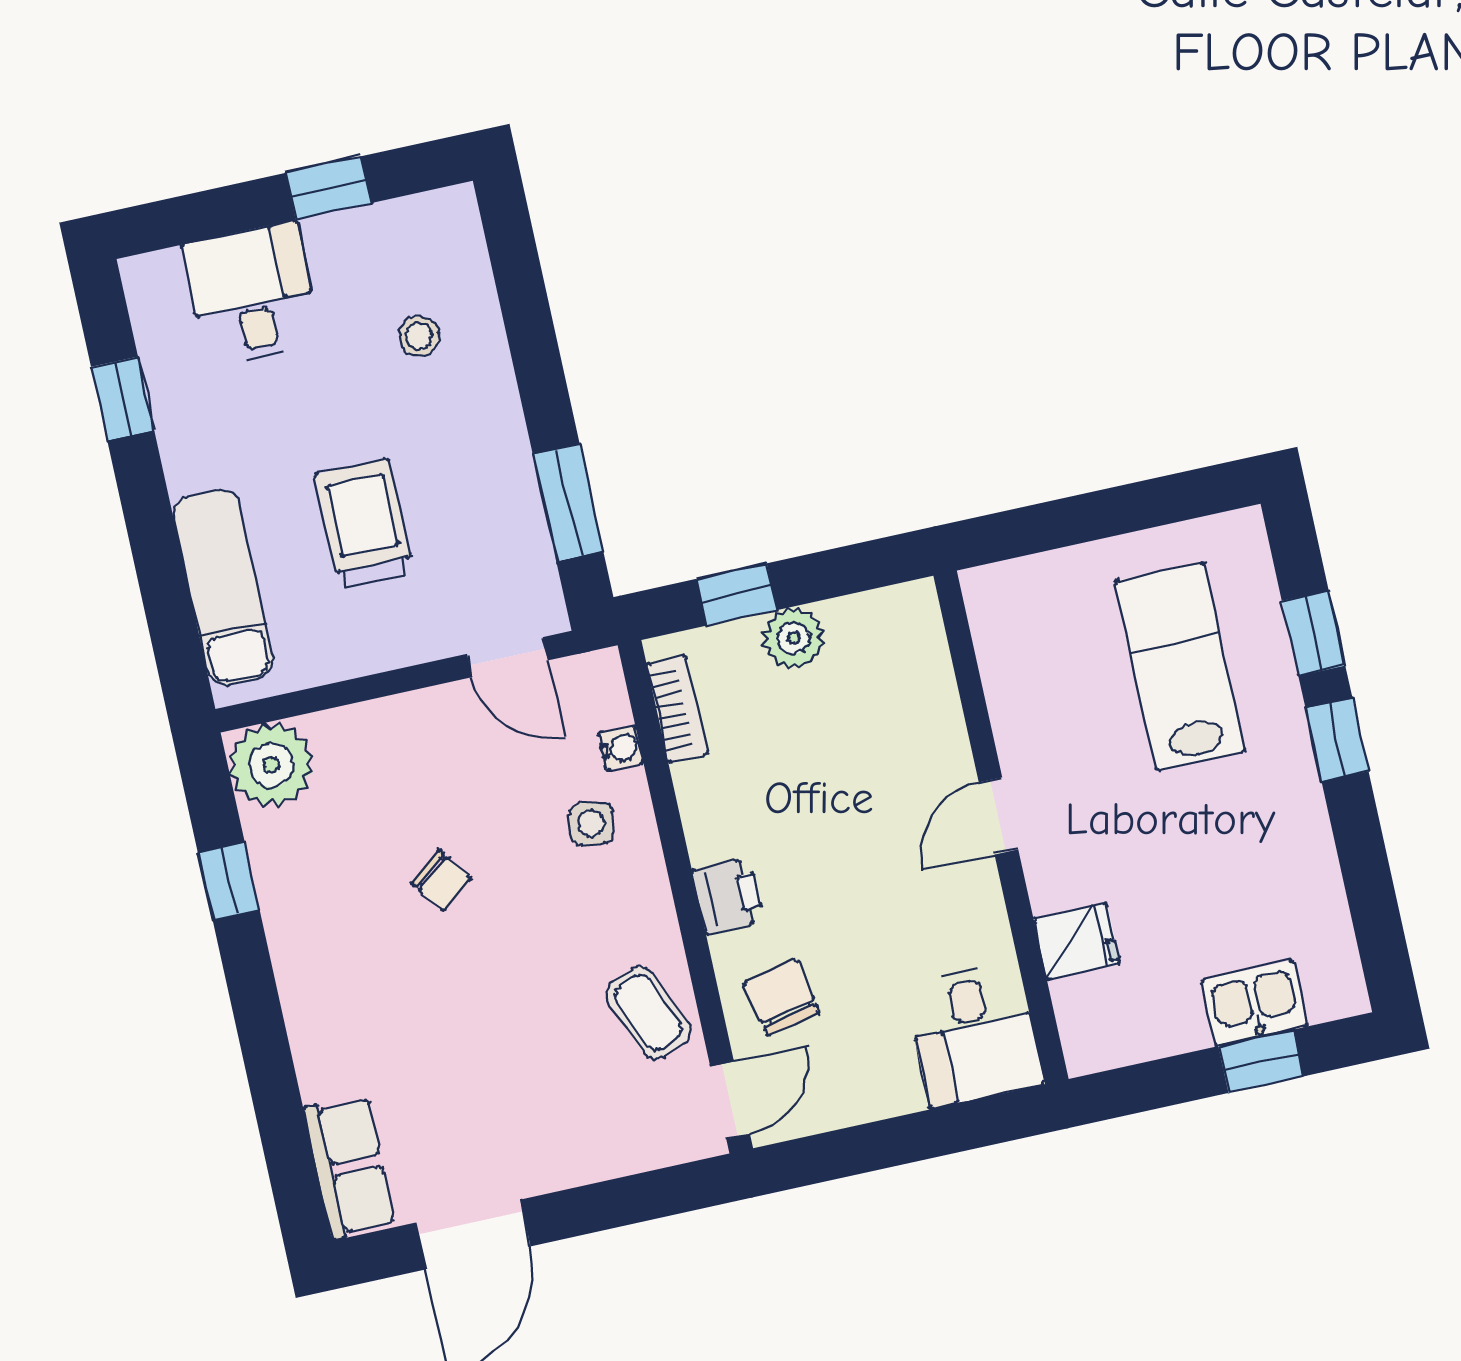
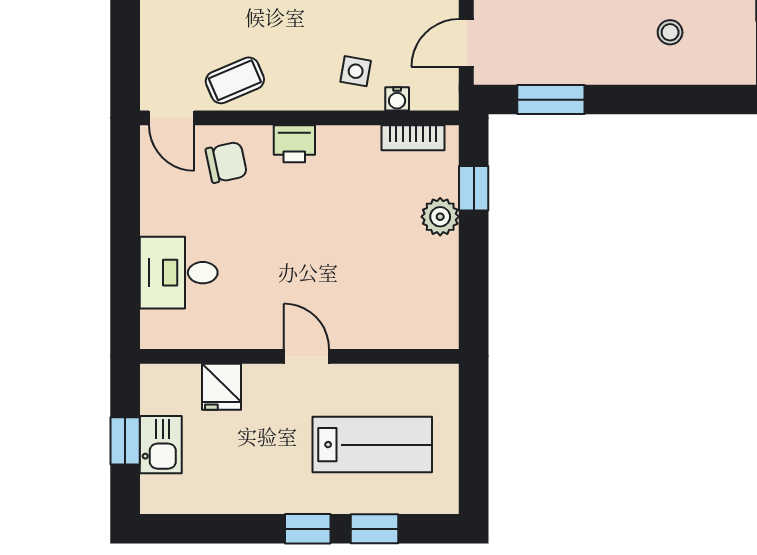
door: (998, 816) -> (307, 356), moved
wall: (1001, 827) -> (299, 356), moved
fridge: (1077, 941) -> (221, 387), moved

